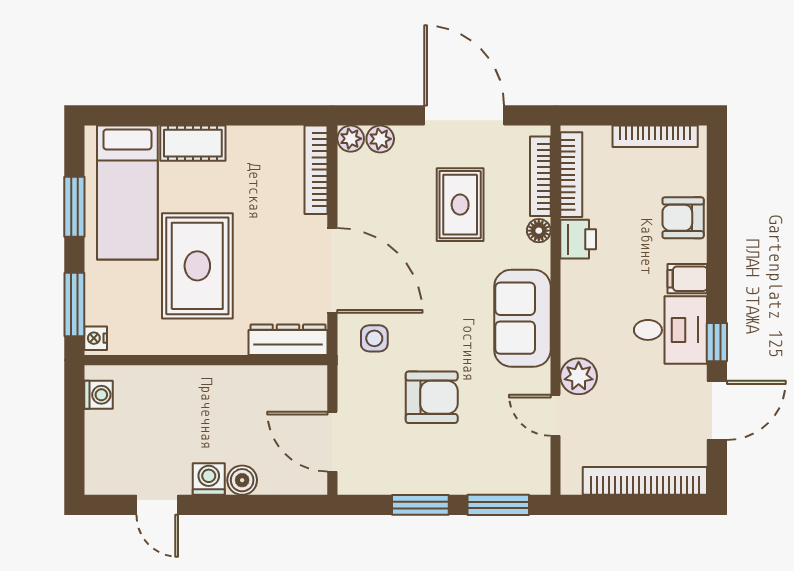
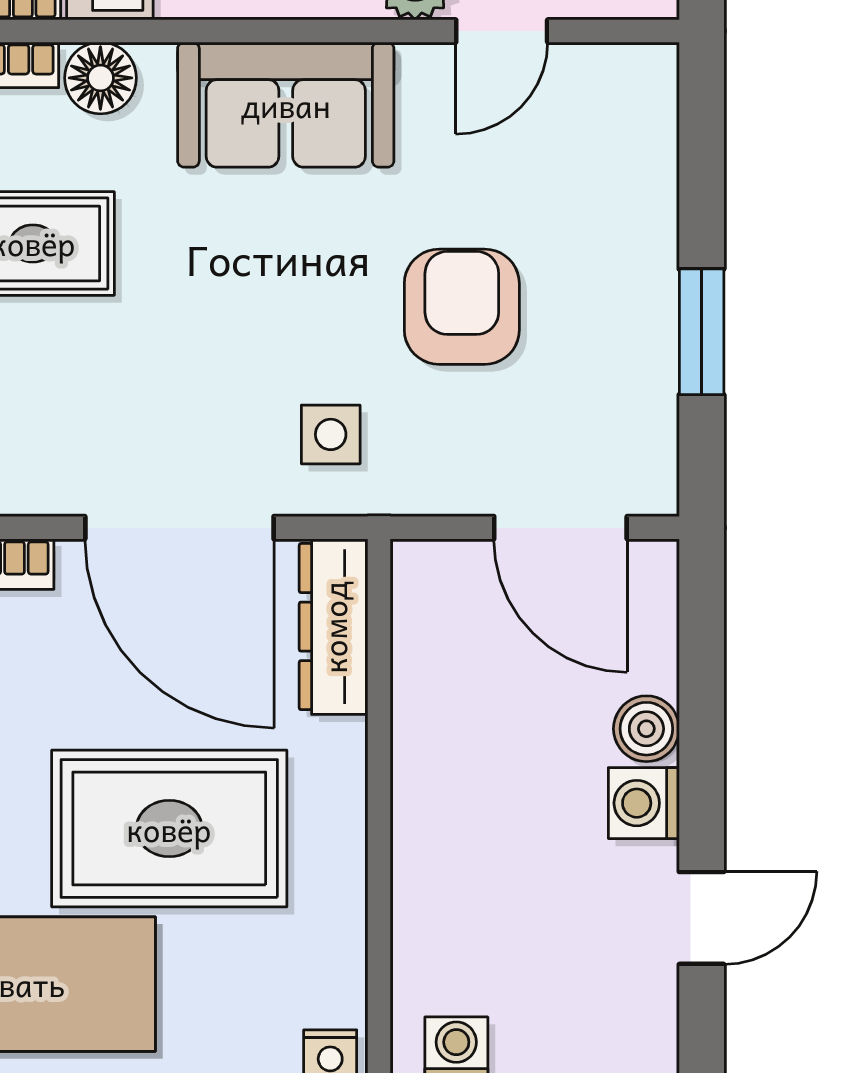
floor lamp: (539, 231) -> (100, 78), width x1.37, depth x1.37
door: (332, 270) -> (179, 528), swing flipped
door: (332, 442) -> (560, 528), hinge flipped
window: (498, 505) -> (702, 158), removed

